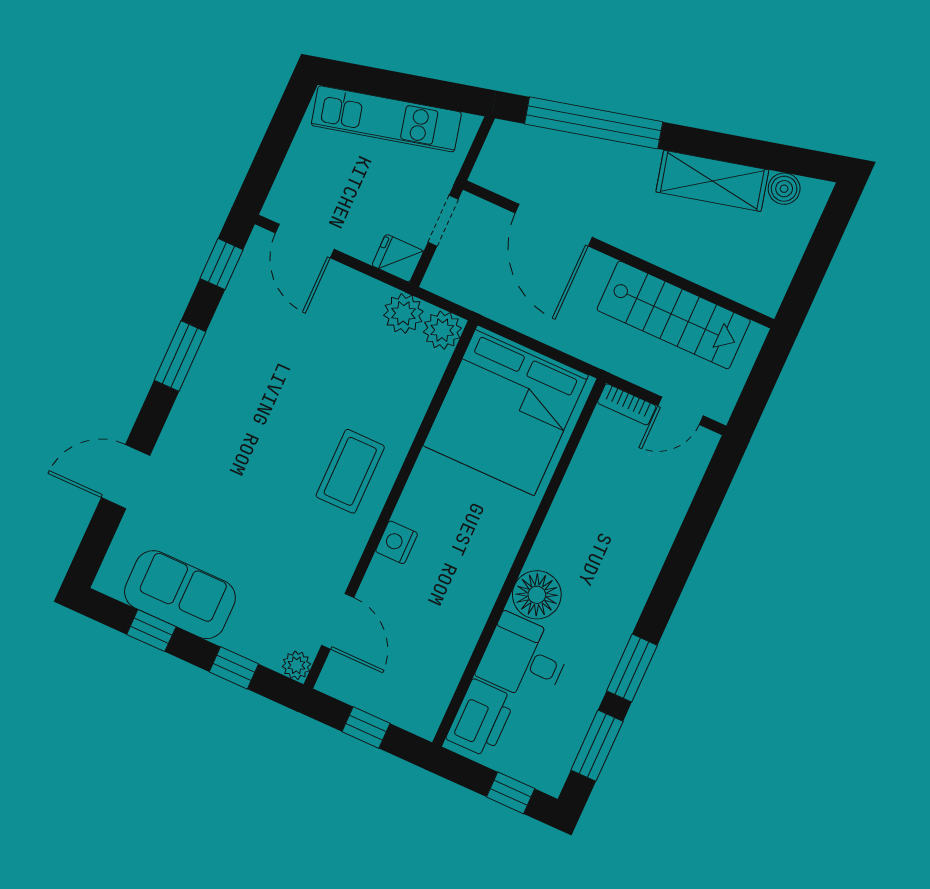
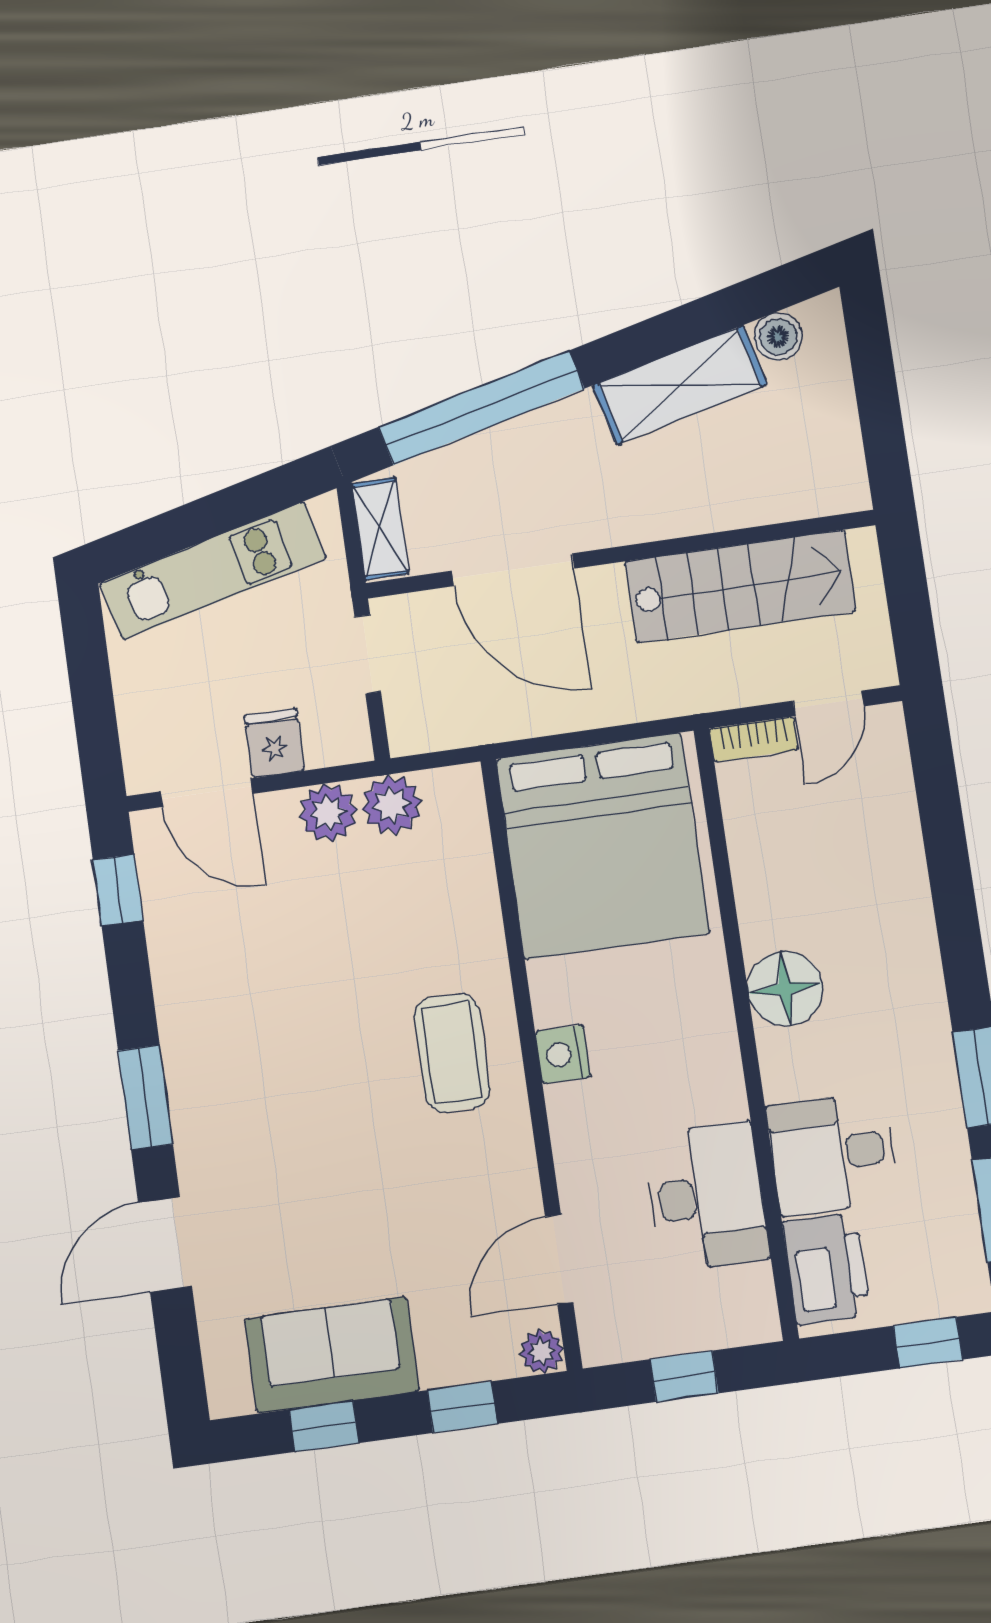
shelving: (495, 155) -> (380, 529), added
fridge: (398, 258) -> (274, 743), moved, turned 90
plant: (442, 330) -> (328, 813), moved
window: (180, 356) -> (145, 1097), moved
nightstand: (397, 542) -> (563, 1054), moved
floor lamp: (537, 595) -> (785, 989), moved
door: (338, 621) -> (559, 1259), swing flipped
desk: (440, 638) -> (707, 1197), added

